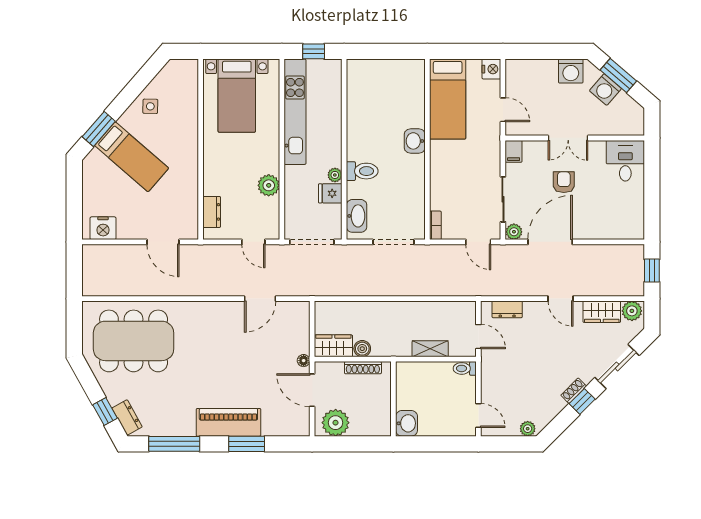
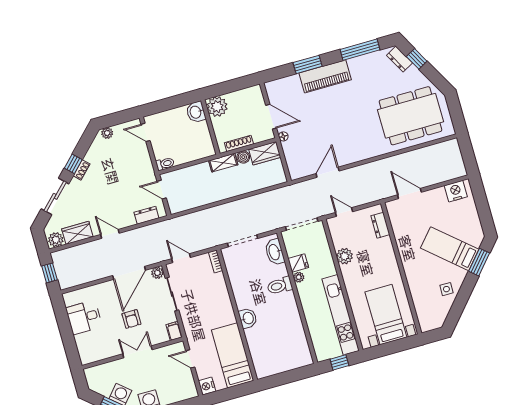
desk: (625, 161) -> (84, 317), moved, turned 90
shelving: (430, 349) -> (223, 163), moved
plant: (336, 423) -> (217, 107), moved

